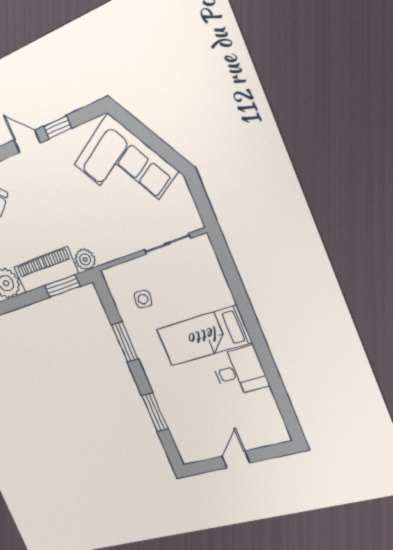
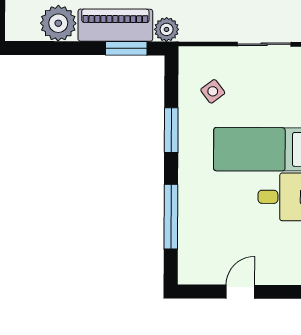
side table: (143, 299) -> (213, 91), turned 45
window: (155, 412) -> (171, 217), width x1.44

